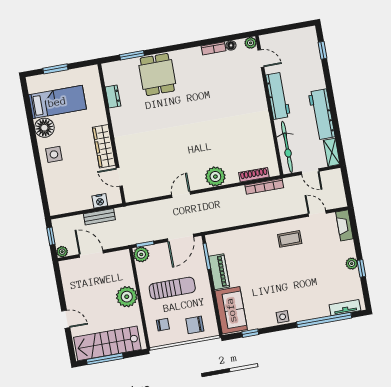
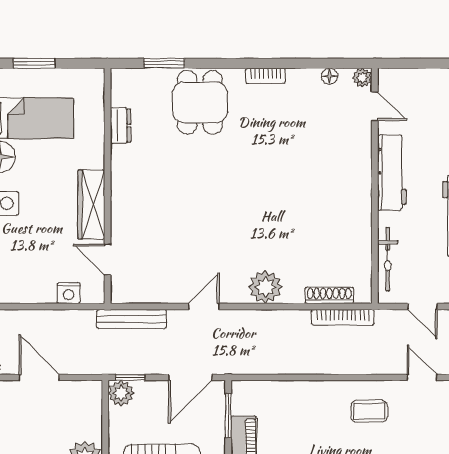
bookcase: (214, 48) -> (266, 76), moved
bicycle: (287, 147) -> (388, 259), width x0.73, depth x0.71
bench: (99, 217) -> (132, 319), moved, width x1.36

